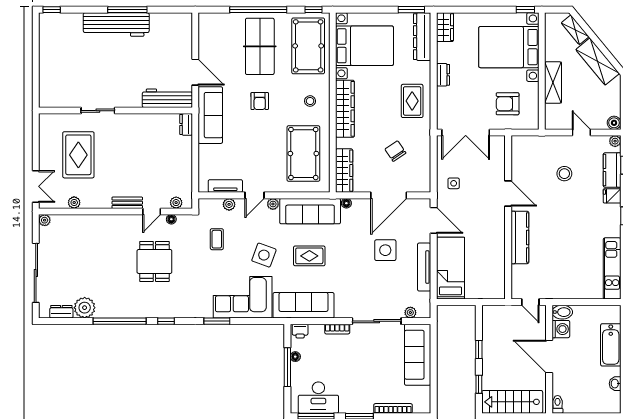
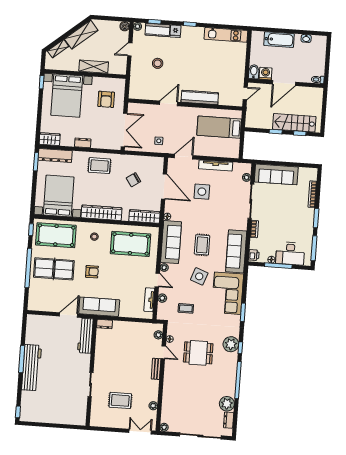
rug: (78, 155) -> (120, 400), width x0.73, depth x0.70
bed: (450, 268) -> (219, 127), moved
plant: (170, 307) -> (231, 344), added
desk: (318, 398) -> (290, 253), moved, turned 90
stairs: (512, 402) -> (294, 123), moved, turned 90

